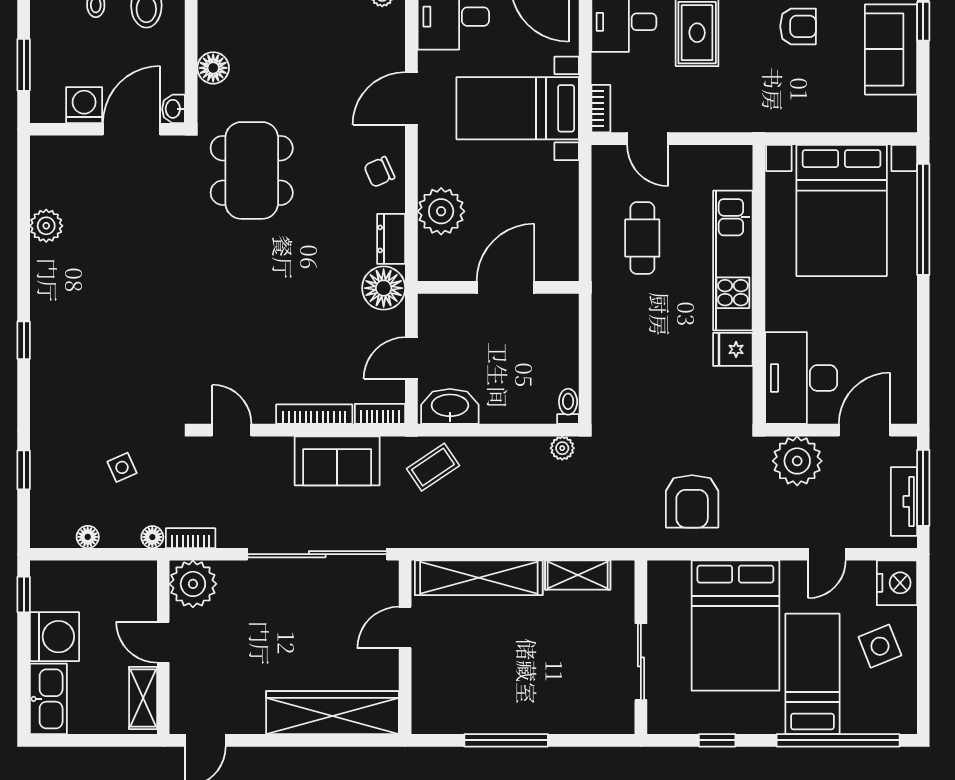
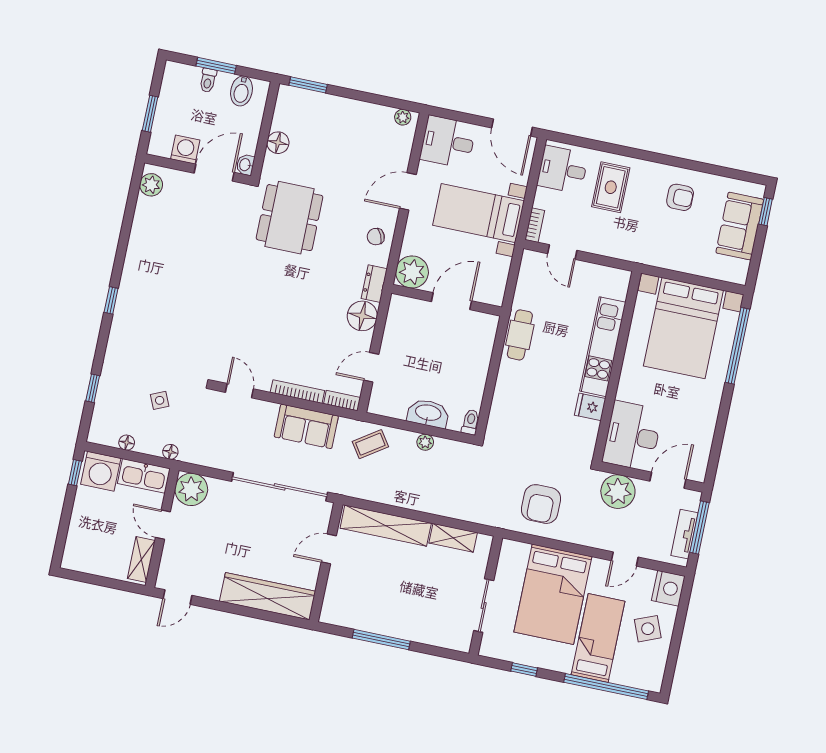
plant: (46, 226) -> (151, 185), moved
cafe table: (642, 238) -> (520, 335), moved
wall: (498, 287) -> (447, 300), moved
door: (505, 287) -> (451, 301), moved
washbasin: (450, 406) -> (428, 413), moved
plant: (562, 448) -> (425, 442), moved
bookcase: (191, 538) -> (196, 458), removed
washing machine: (54, 637) -> (101, 471), moved, turned 90
kitchen sink: (48, 699) -> (144, 476), moved, turned 90

